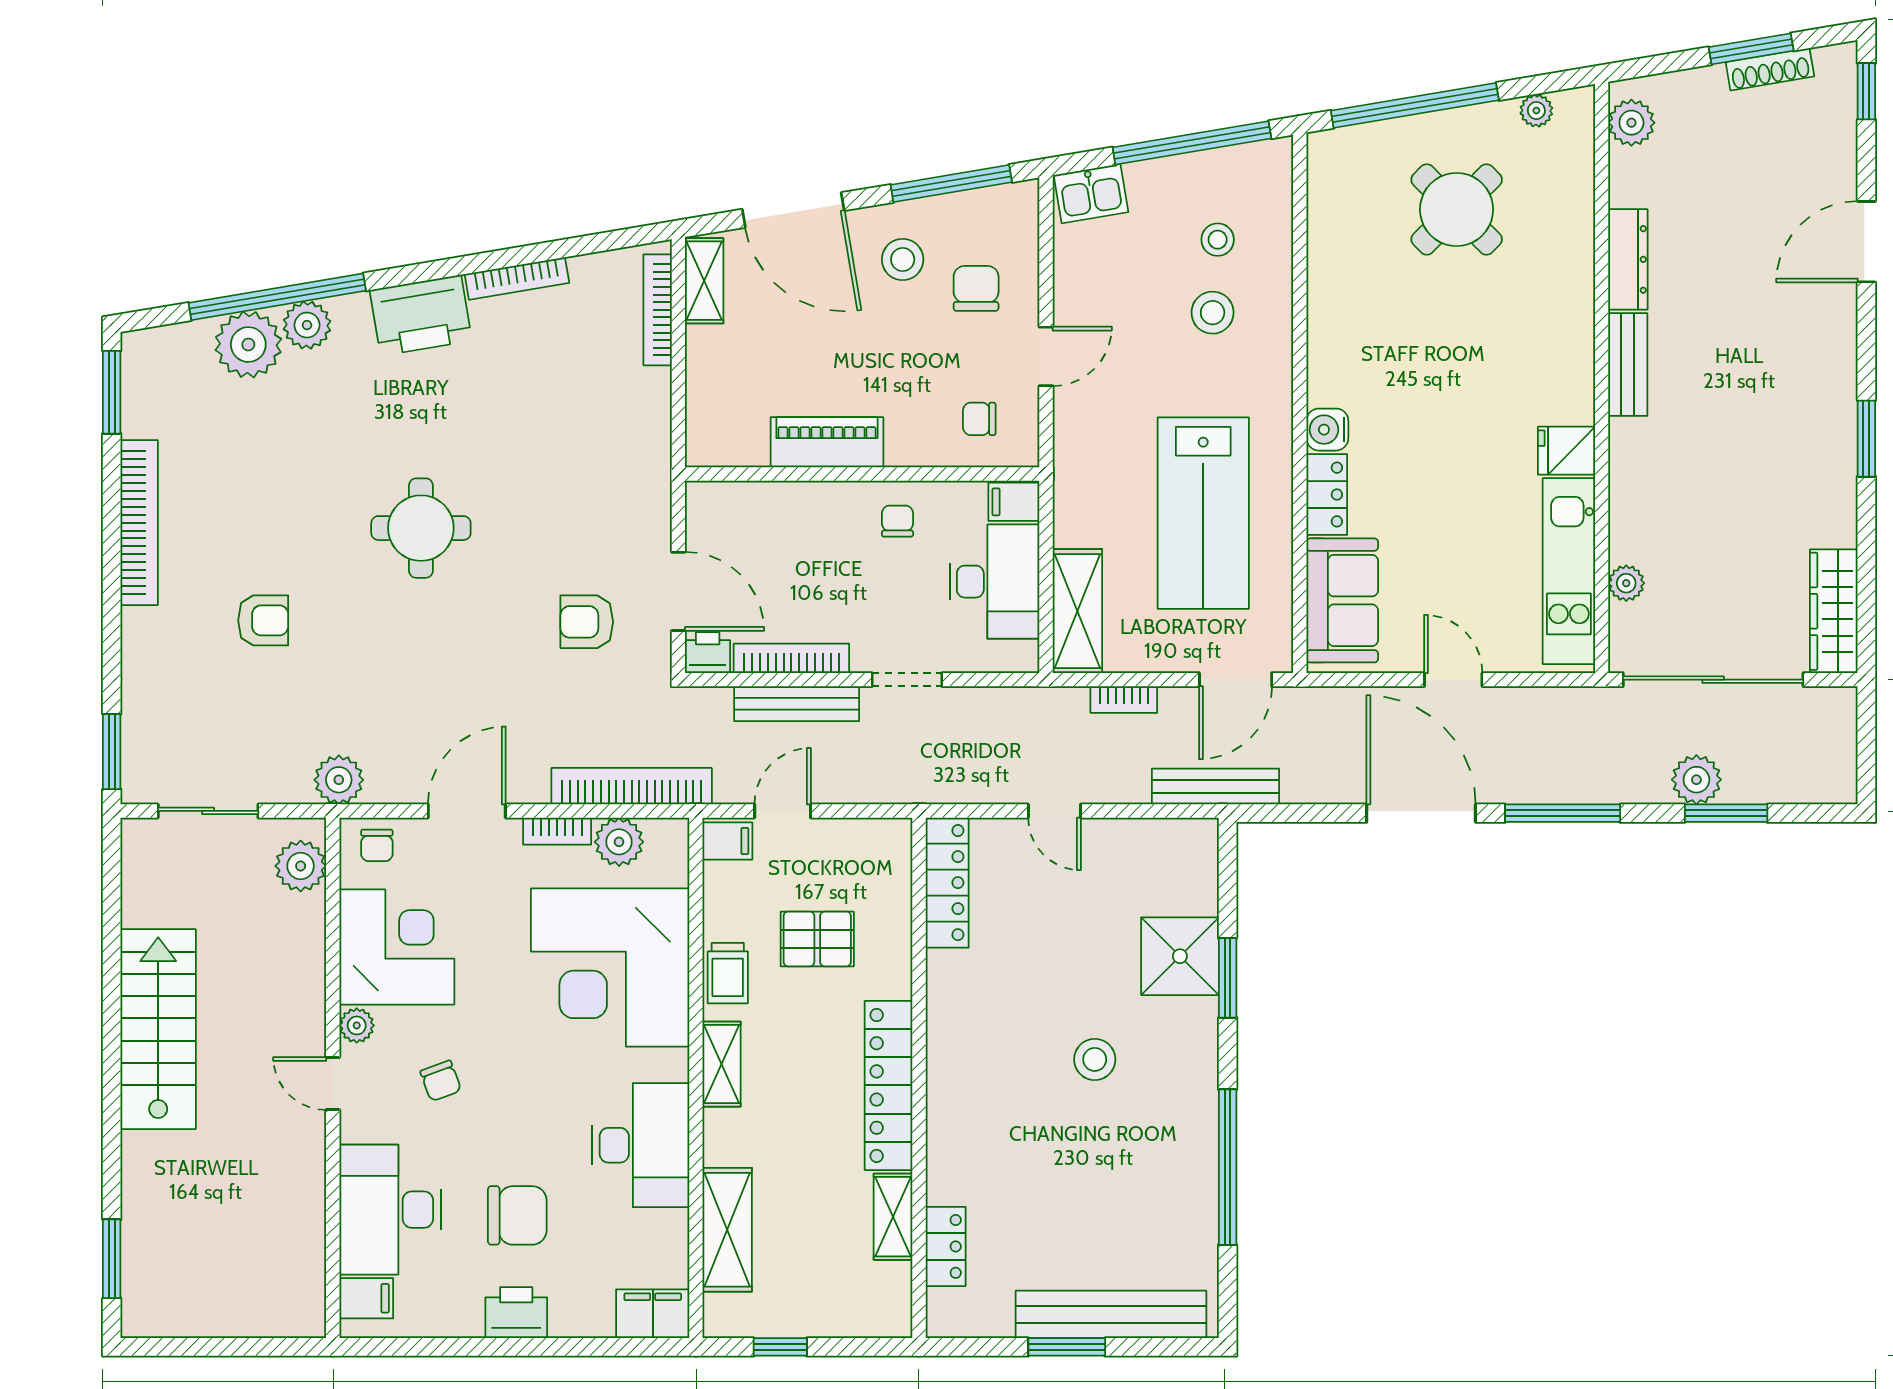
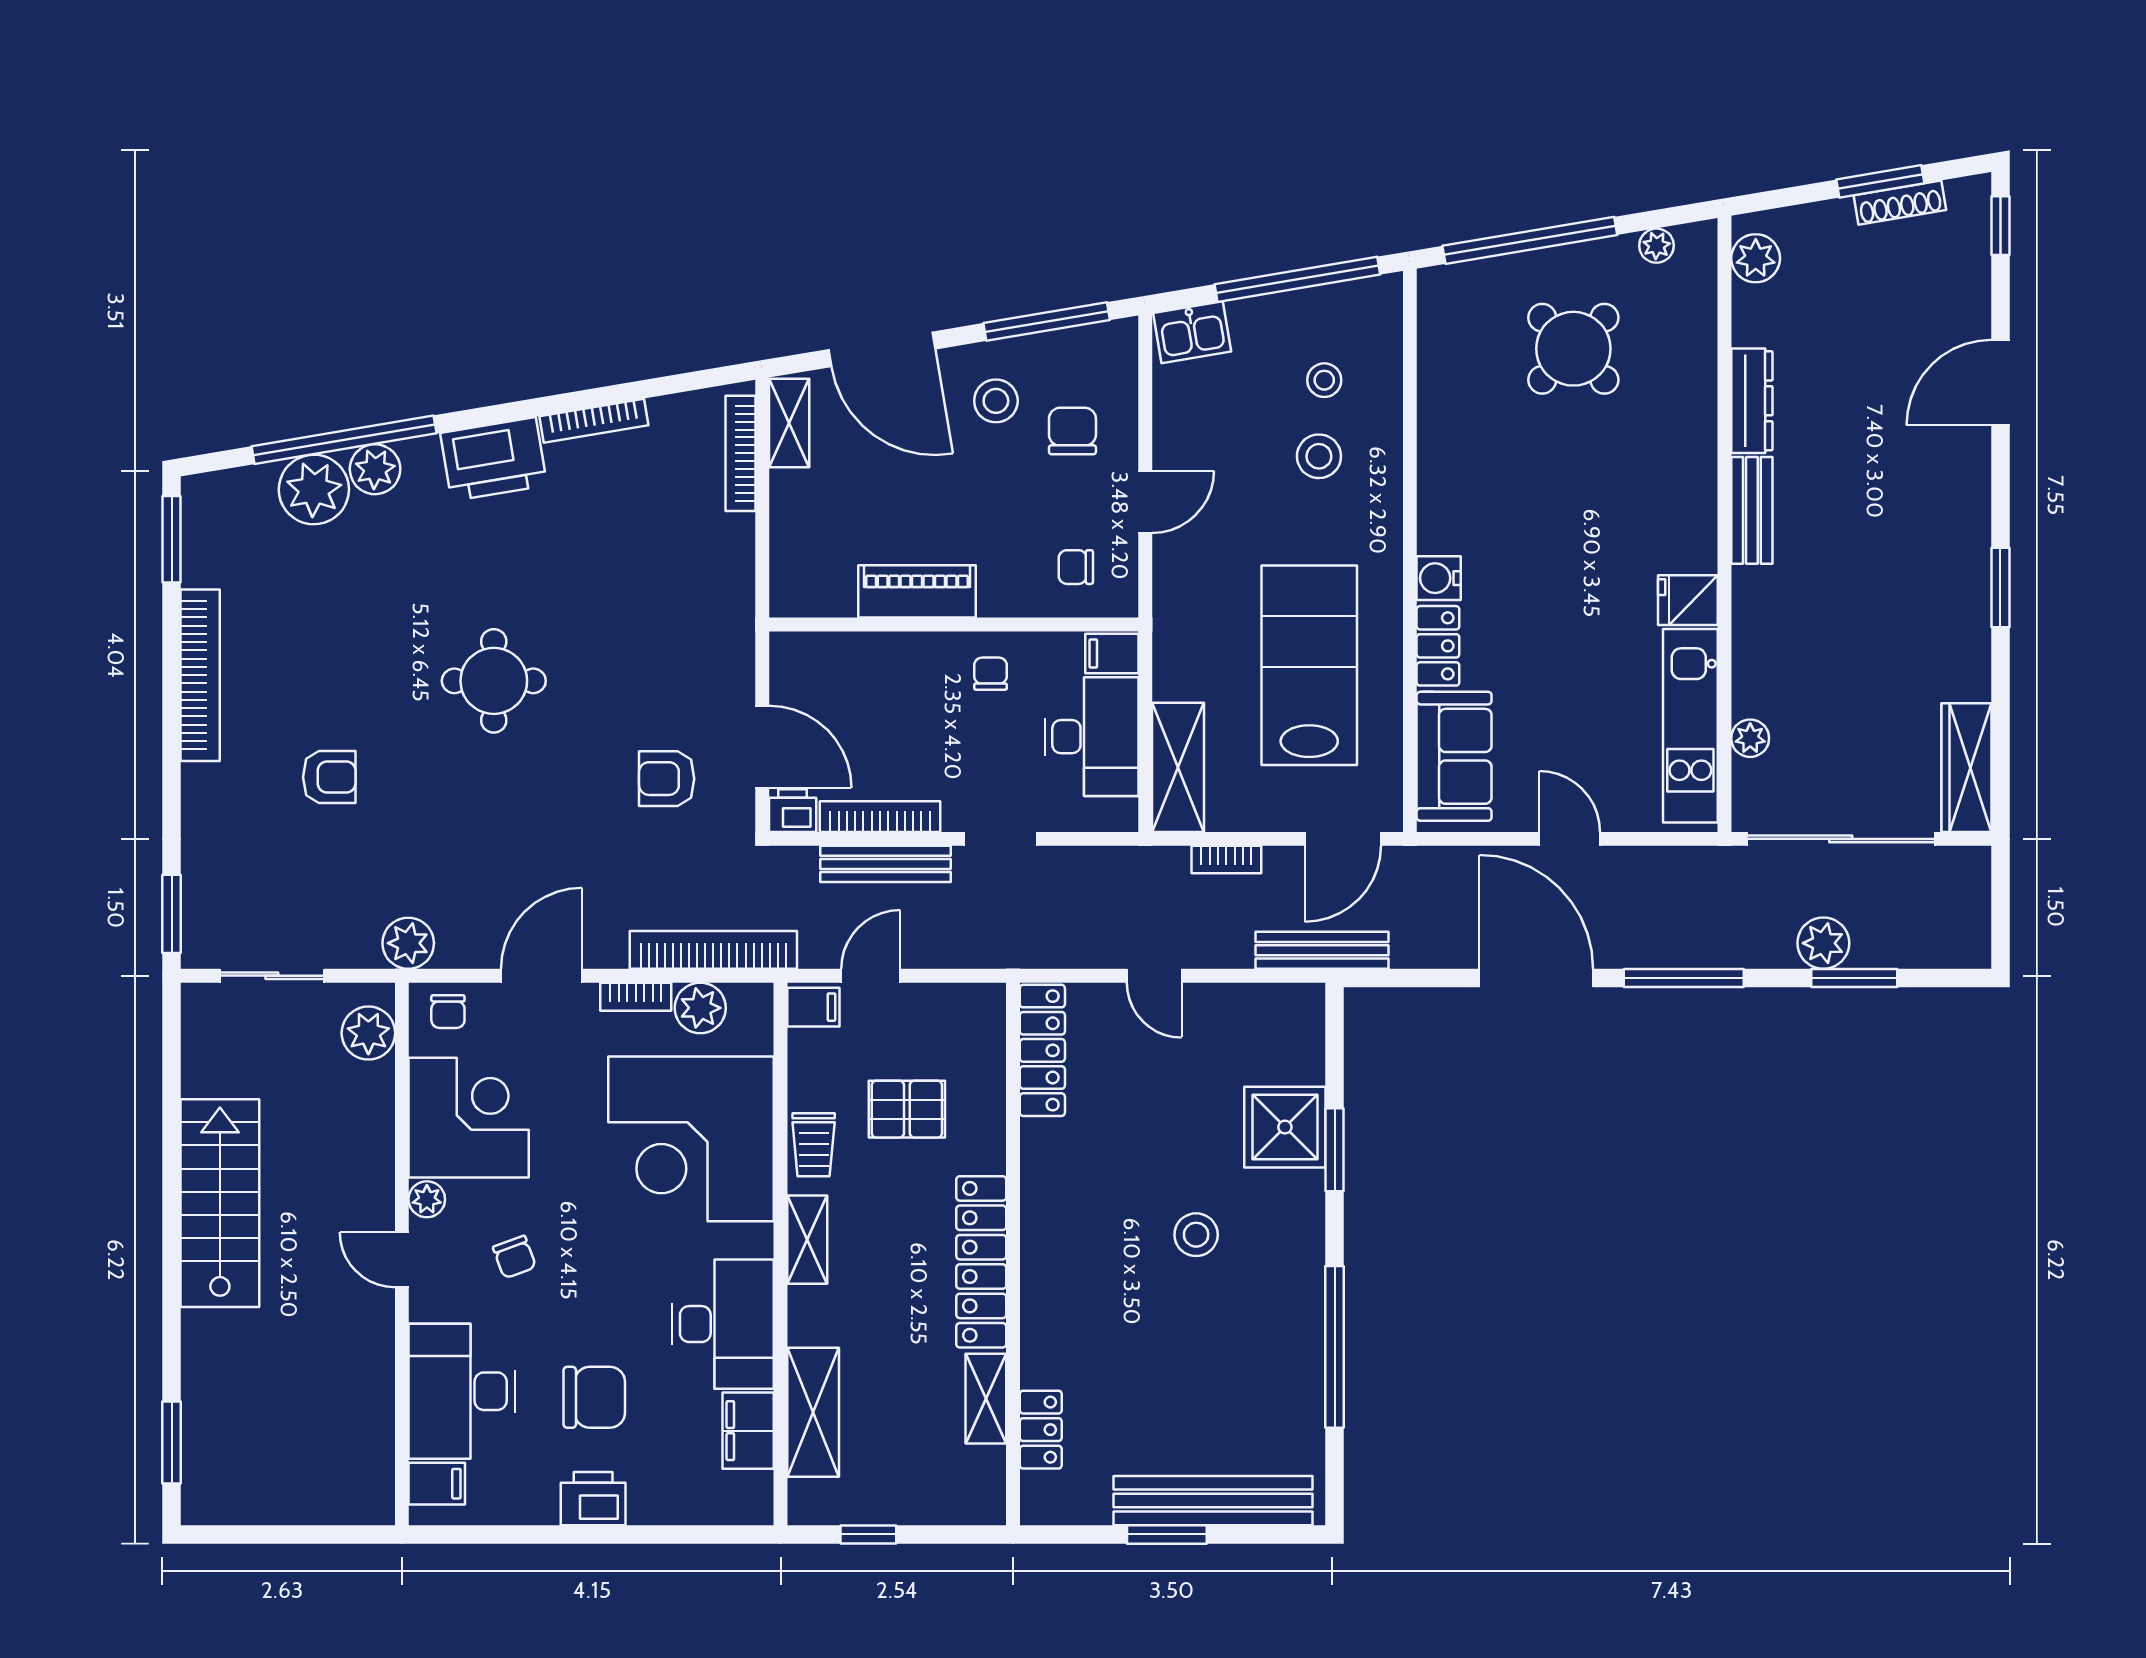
lab bench: (1203, 513) -> (1309, 665), turned 180
filing cabinet: (653, 1314) -> (748, 1431), moved, turned -90

